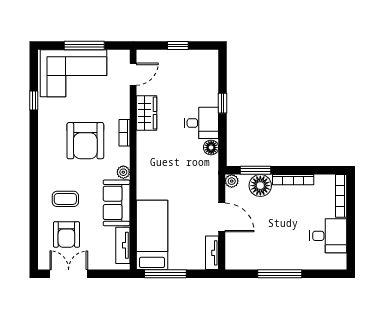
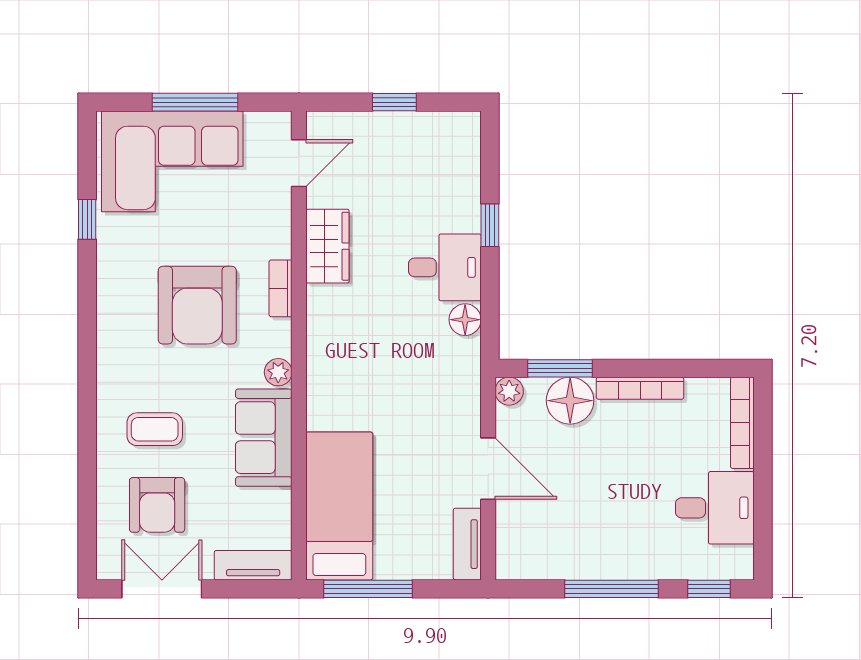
tv unit: (123, 245) -> (253, 565), moved, turned 90
window: (326, 274) -> (709, 589), added

